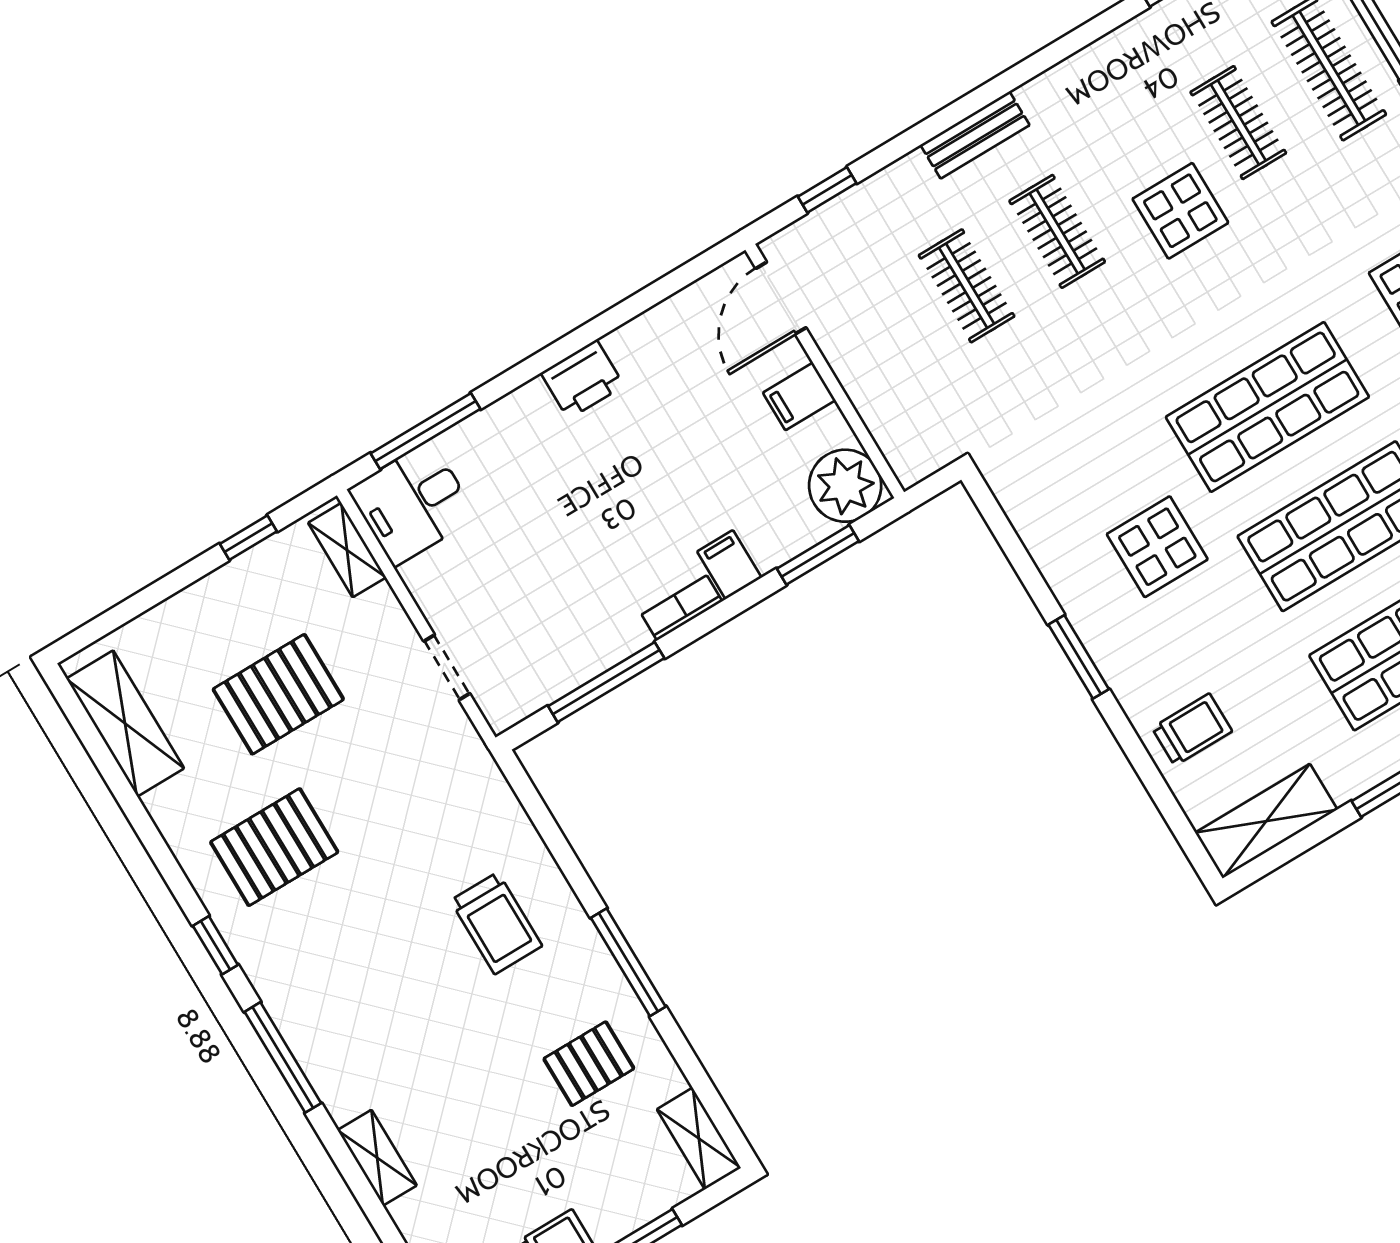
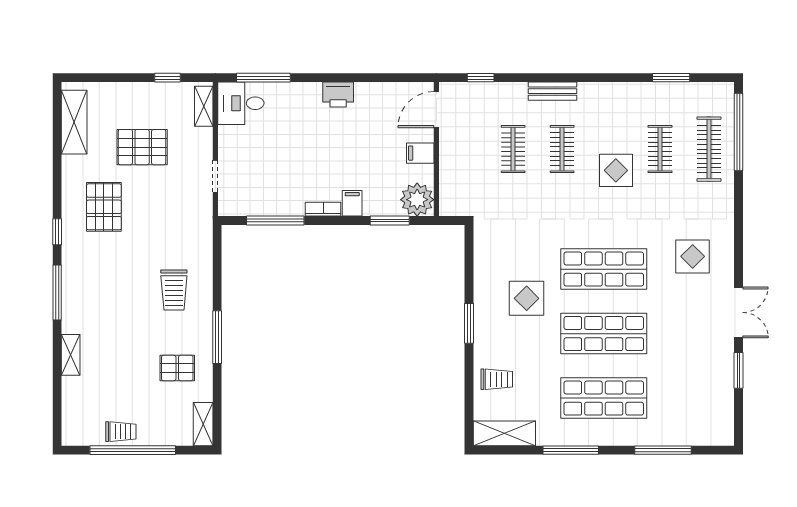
pallet: (274, 847) -> (104, 207), turned 90

